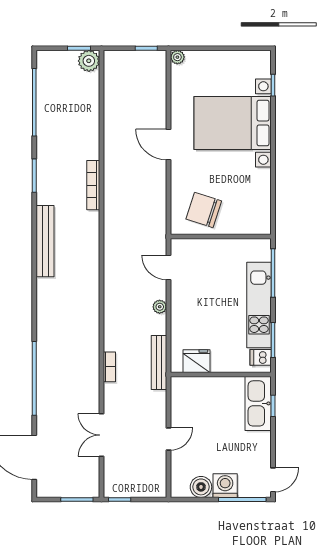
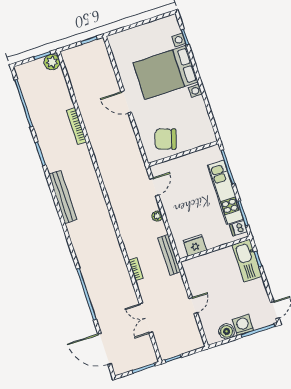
plant: (177, 57) -> (113, 39), removed
bookcase: (93, 185) -> (76, 126), moved
door: (169, 268) -> (154, 187), swing flipped

